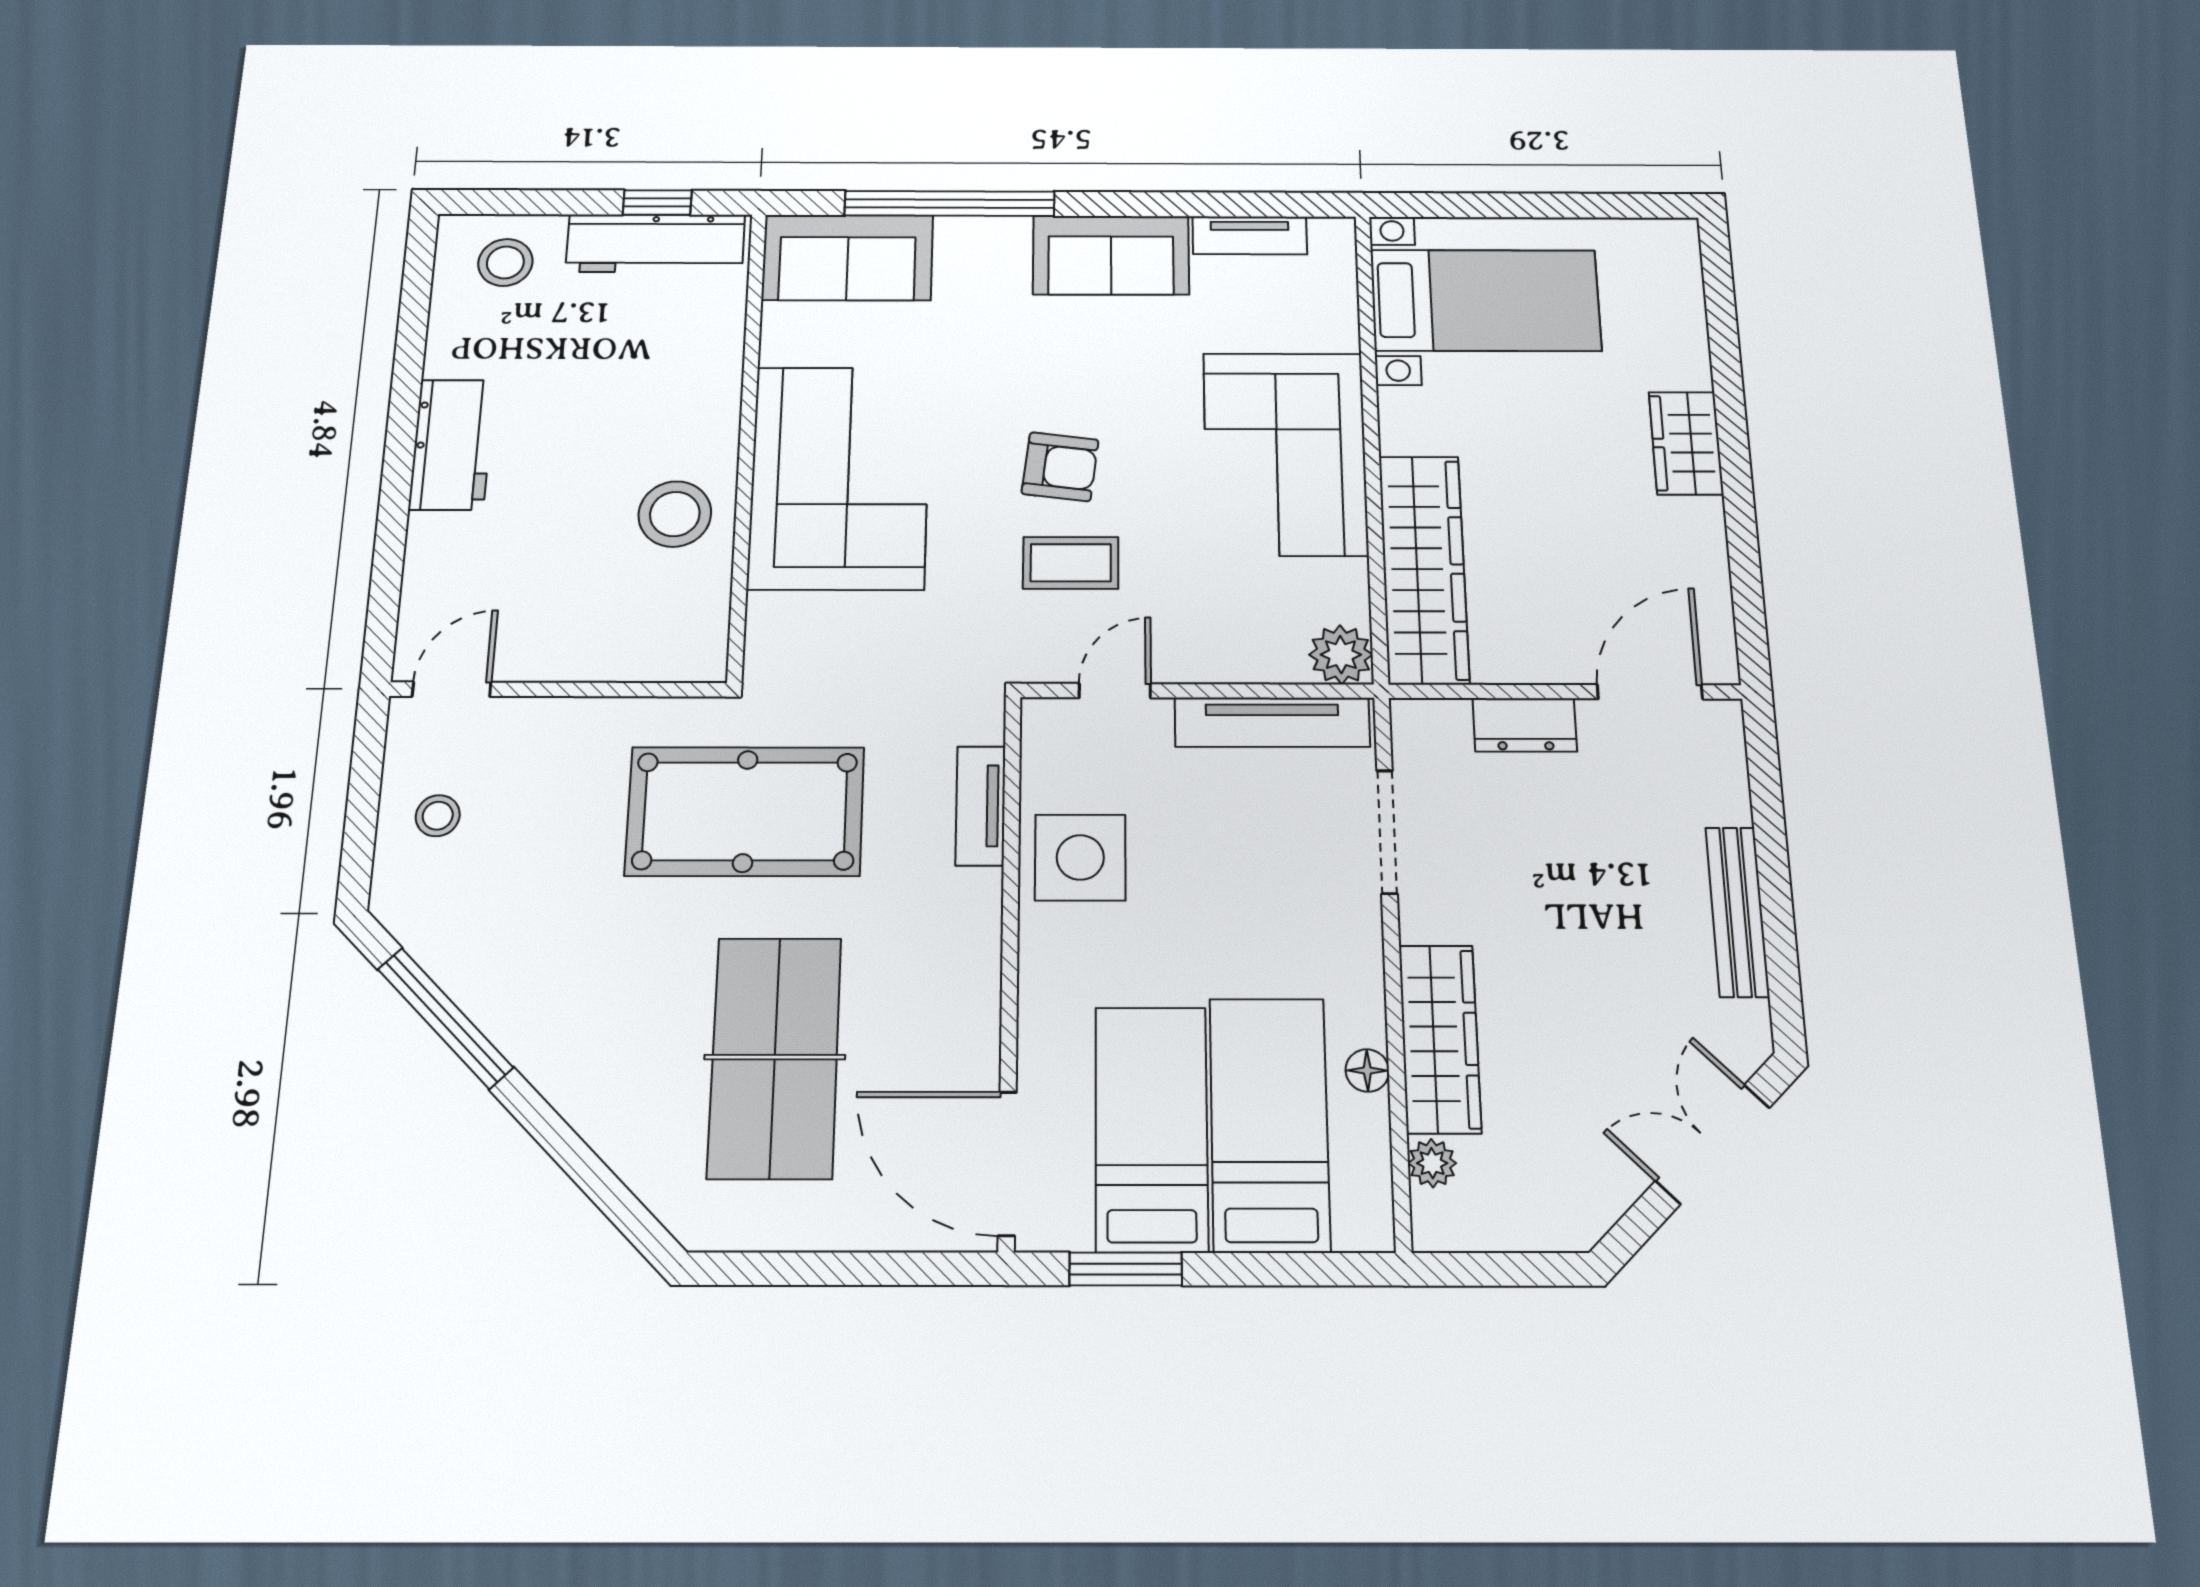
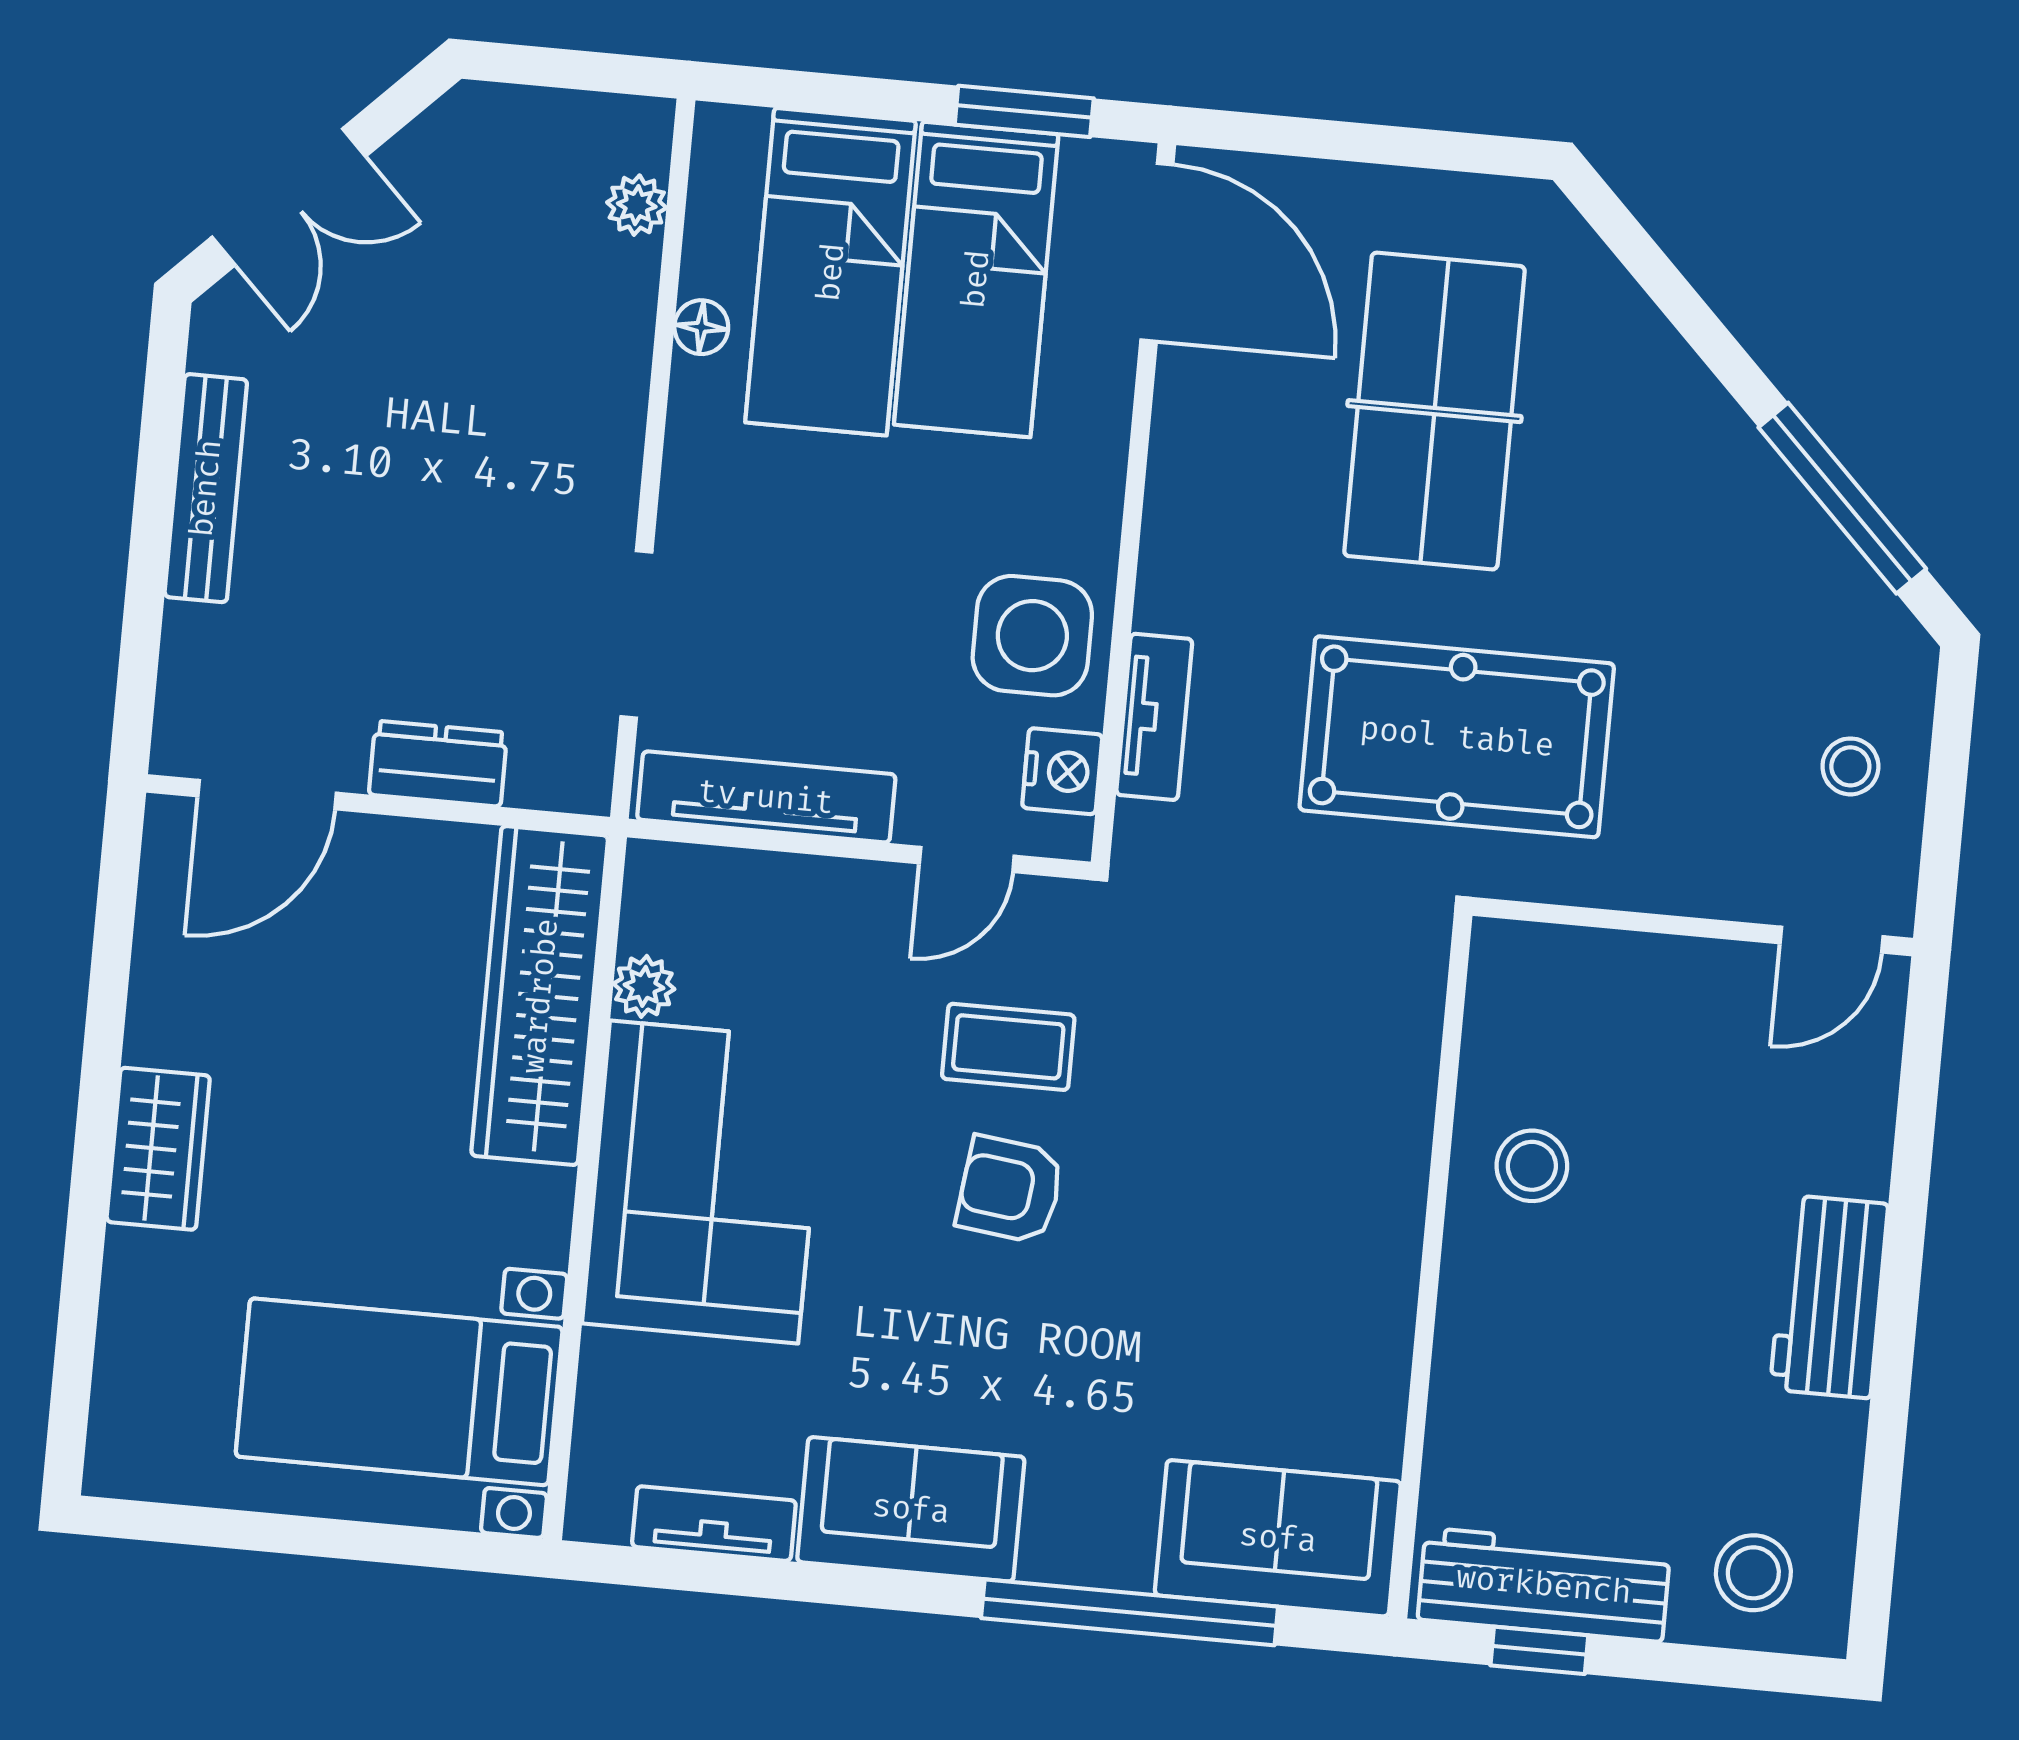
corner sofa: (839, 477) -> (1308, 1201), removed
stool: (675, 514) -> (1532, 1166), width x0.73, depth x0.73
plant: (1341, 655) -> (644, 986), moved, width x0.73, depth x0.73
nightstand: (1048, 760) -> (1062, 771), added
wardrobe: (1440, 1039) -> (606, 359), removed

